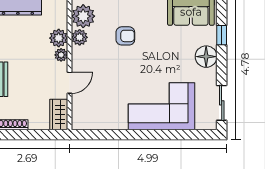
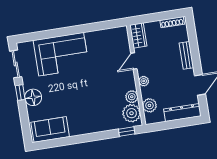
window: (222, 35) -> (20, 93), moved
armchair: (125, 36) -> (97, 103), removed
plant: (59, 38) -> (149, 105), moved

